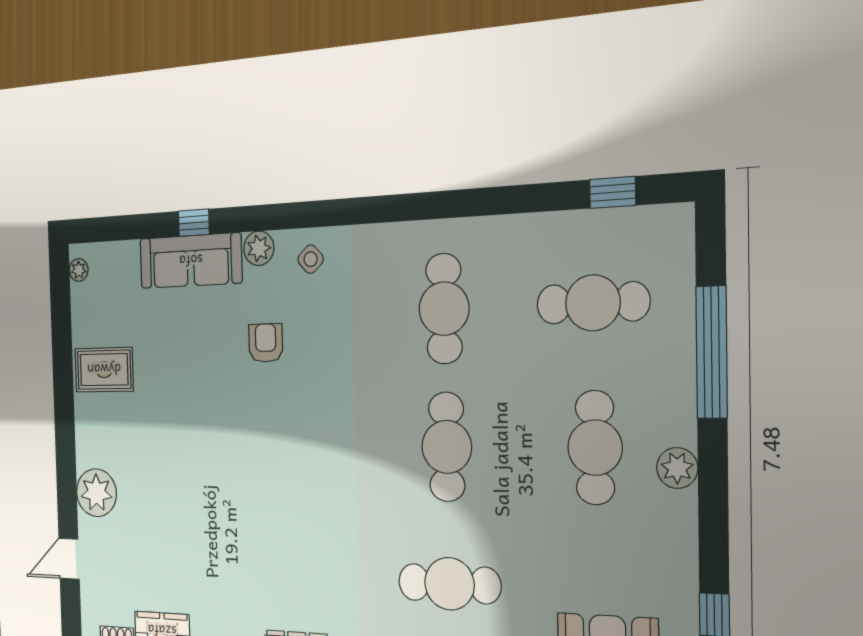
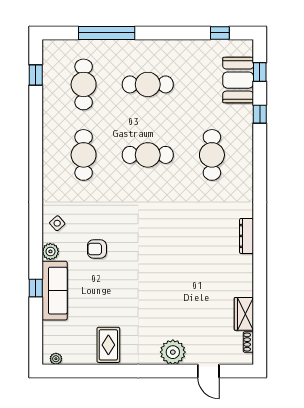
cafe table: (444, 309) -> (84, 155), turned 90
plant: (677, 468) -> (156, 48), removed

